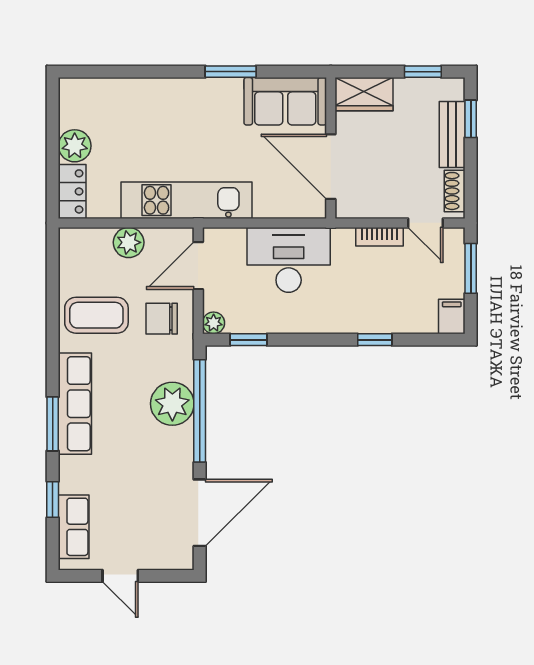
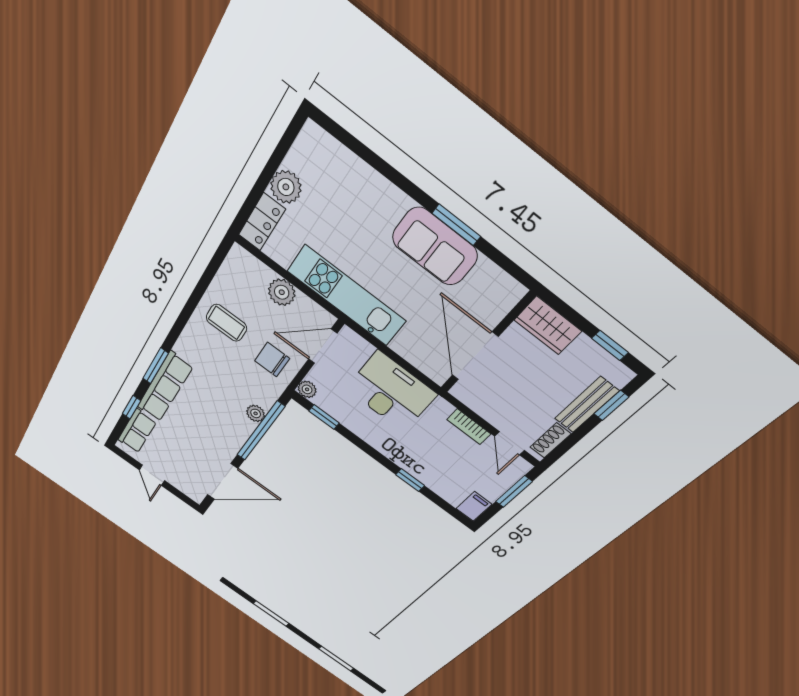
sofa: (285, 101) -> (435, 247), moved
coffee table: (96, 315) -> (226, 323), width x0.73, depth x0.77
row of seats: (75, 404) -> (165, 387), moved
plant: (172, 404) -> (256, 413), width x0.53, depth x0.53

